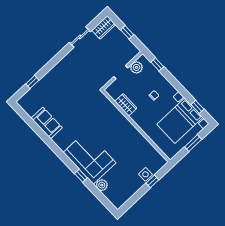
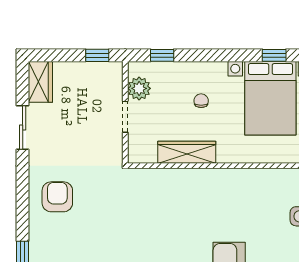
window: (127, 32) -> (97, 55), moved
armchair: (66, 75) -> (57, 197), added
wardrobe: (126, 105) -> (187, 152), width x1.50

